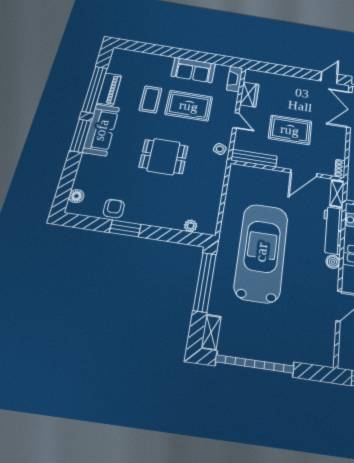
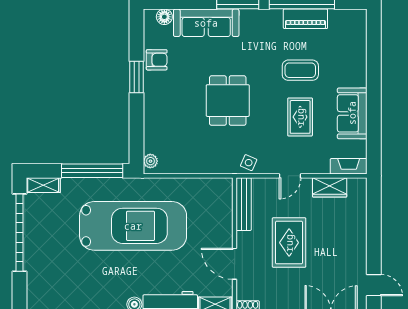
rug: (189, 106) -> (300, 117), width x0.73, depth x0.70
sofa: (101, 130) -> (206, 23), moved
plant: (191, 226) -> (150, 161), moved

